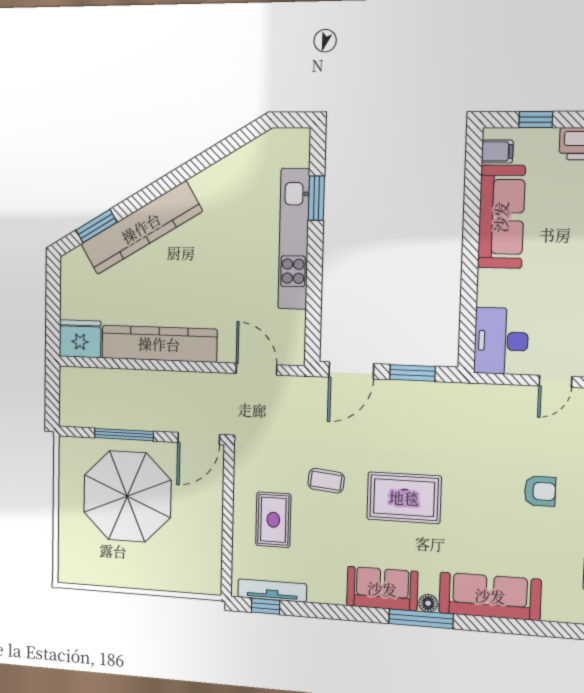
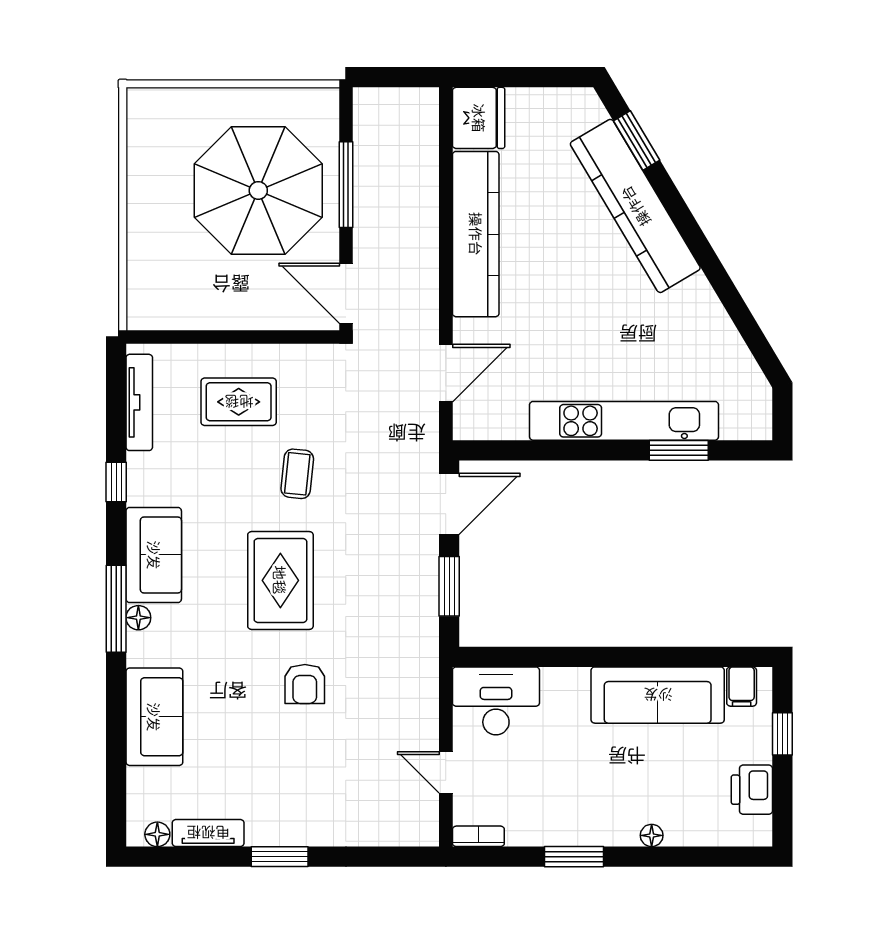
door: (351, 370) -> (449, 504), swing flipped
armchair: (540, 491) -> (305, 684), moved
sofa: (490, 596) -> (154, 717), width x0.73
window: (266, 606) -> (116, 482), moved

